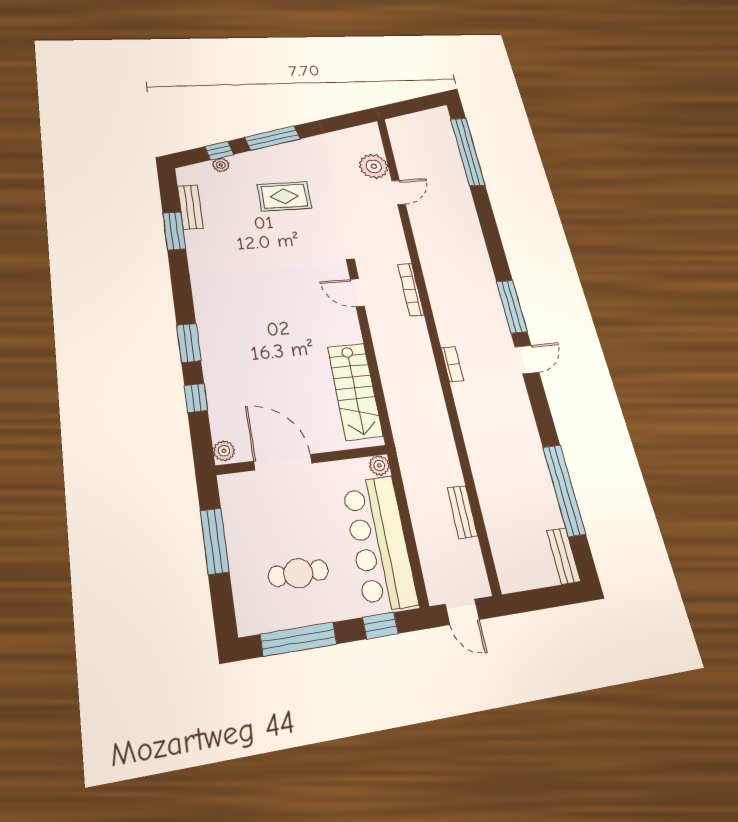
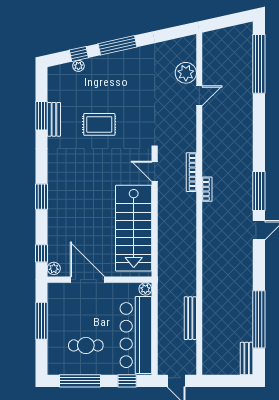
rug: (284, 196) -> (99, 124), moved
bench: (190, 207) -> (54, 119), moved
bookcase: (452, 364) -> (207, 189), moved
stairs: (355, 391) -> (134, 228), width x1.36, depth x1.51
window: (196, 398) -> (41, 253), moved
bench: (462, 512) -> (190, 318), width x1.36

